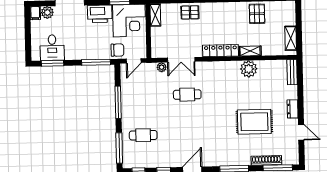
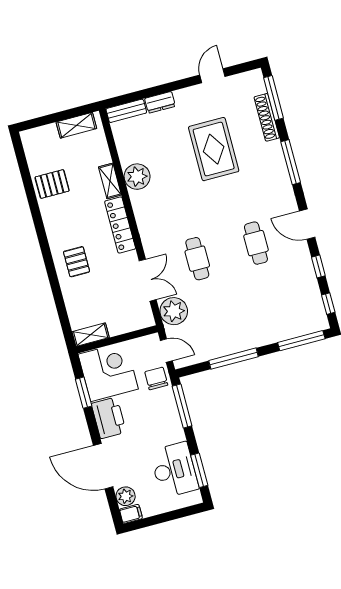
pallet: (190, 12) -> (77, 262), moved
desk: (52, 48) -> (174, 470), width x1.37
plant: (162, 67) -> (174, 311), width x1.88, depth x1.88
dresser: (293, 109) -> (160, 102), moved
cafe table: (143, 135) -> (256, 243), moved

